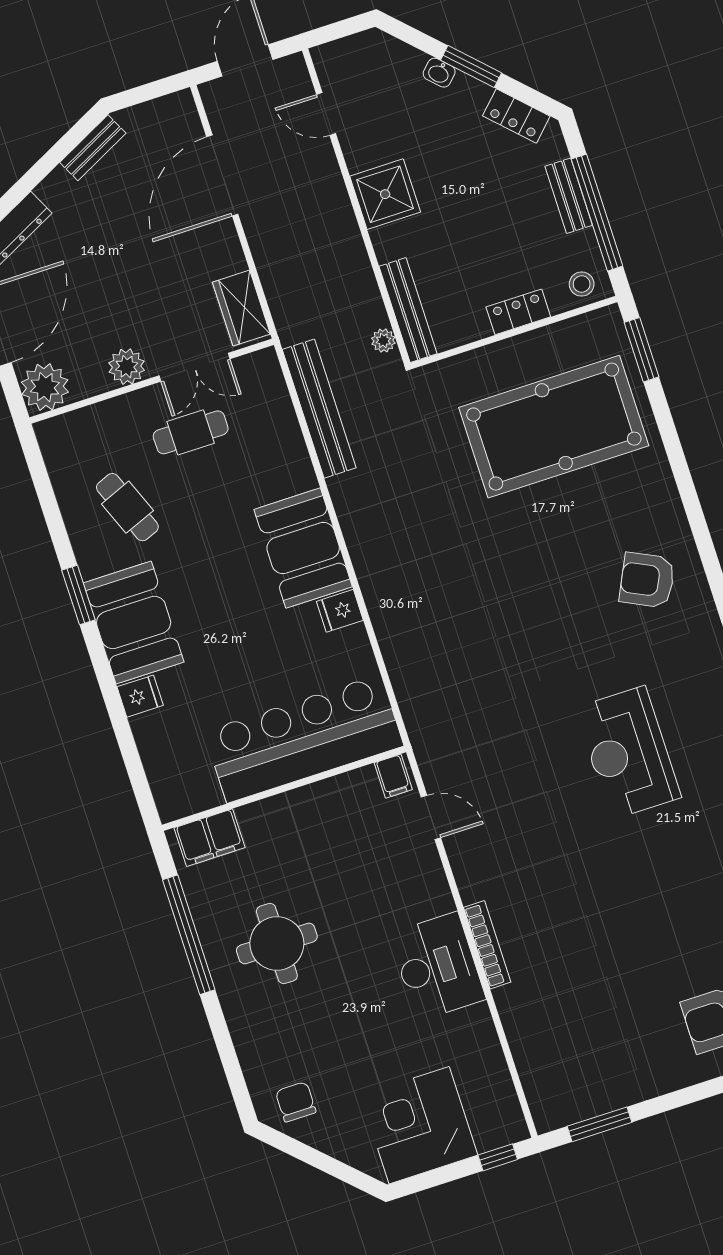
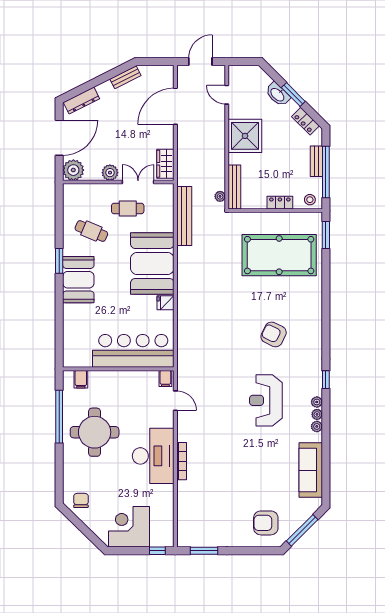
washbasin: (439, 73) -> (278, 94), width x1.91, depth x1.45
shower: (385, 194) -> (245, 136), width x1.37, depth x1.37
double door: (194, 367) -> (138, 182), swing flipped
cafe table: (127, 507) -> (91, 231), turned -45
booth: (303, 548) -> (152, 263), width x1.36, depth x1.42
armchair: (647, 580) -> (274, 334), moved
fridge: (140, 696) -> (71, 311), removed
filing cabinet: (209, 838) -> (81, 379), width x0.50
round table: (277, 943) -> (95, 432), width x1.36, depth x1.36
desk: (437, 966) -> (153, 456), width x1.36, depth x1.30

